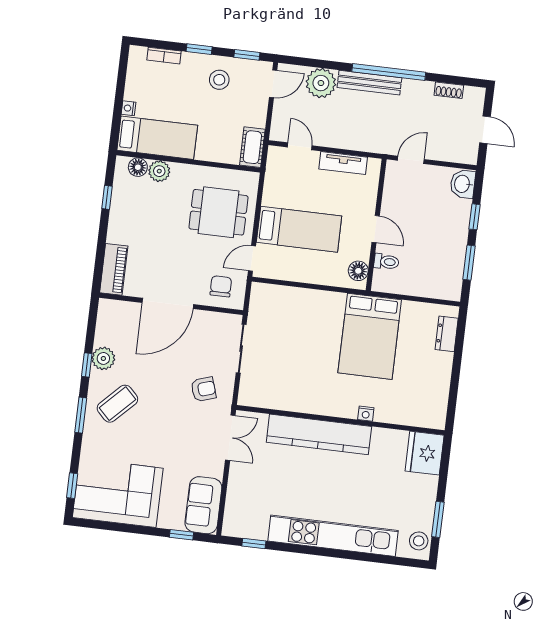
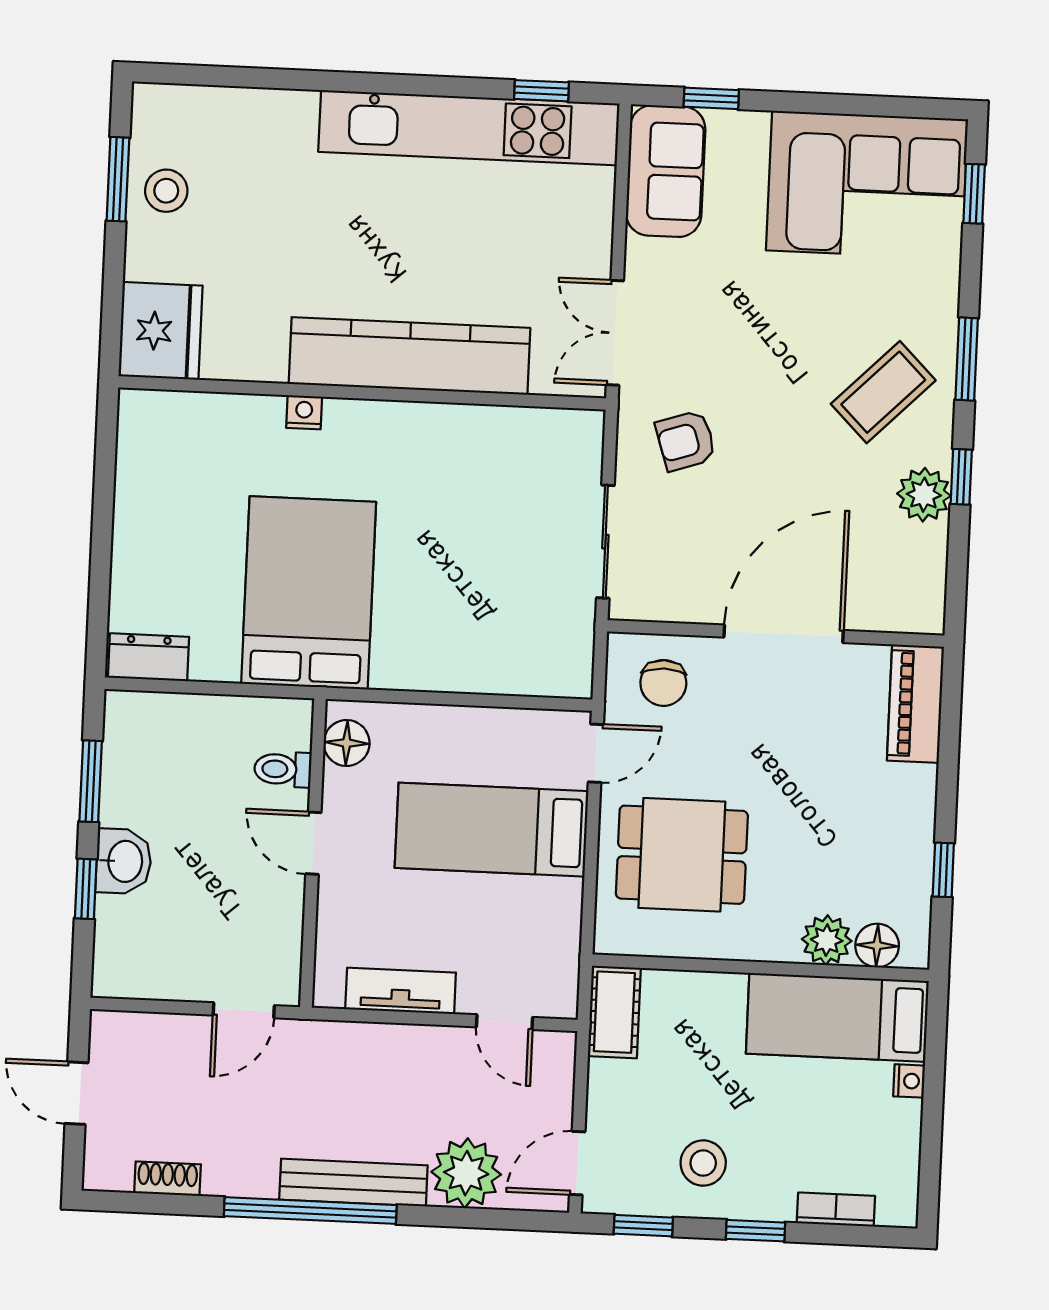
washbasin: (463, 184) -> (124, 861), moved
dresser: (447, 334) -> (148, 657), moved, turned -90
kitchen unit: (333, 536) -> (469, 128), moved
stool: (419, 541) -> (166, 191), moved

